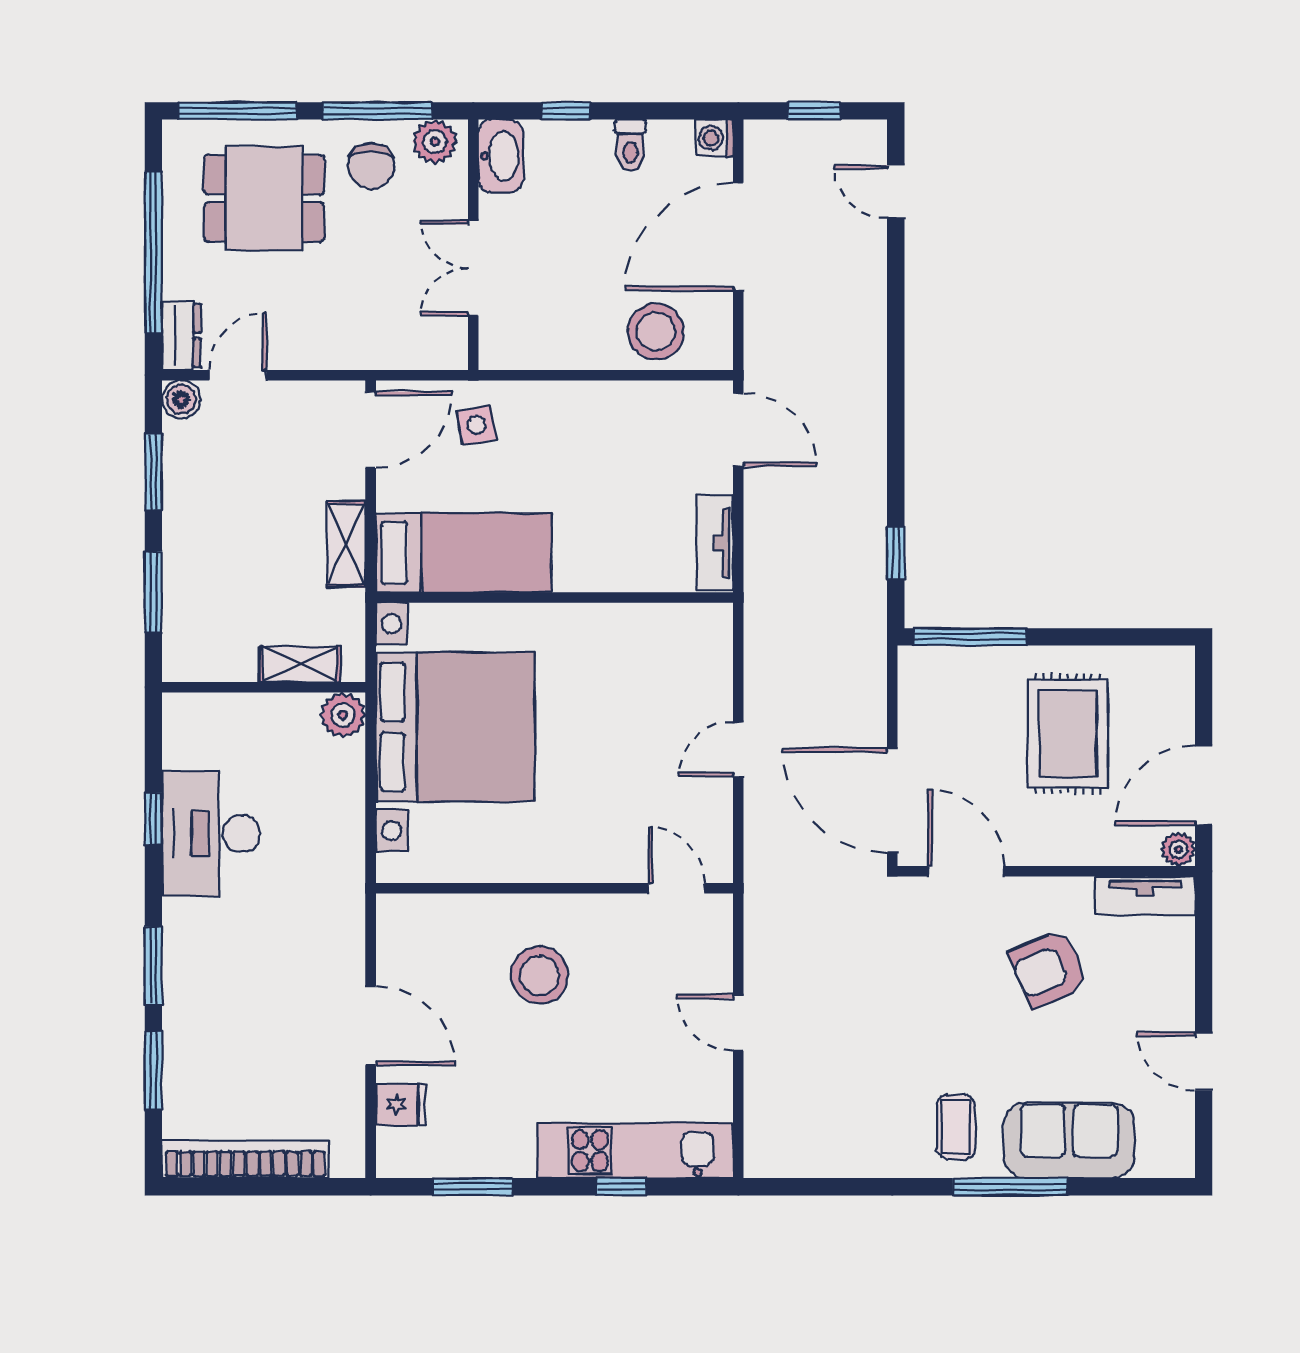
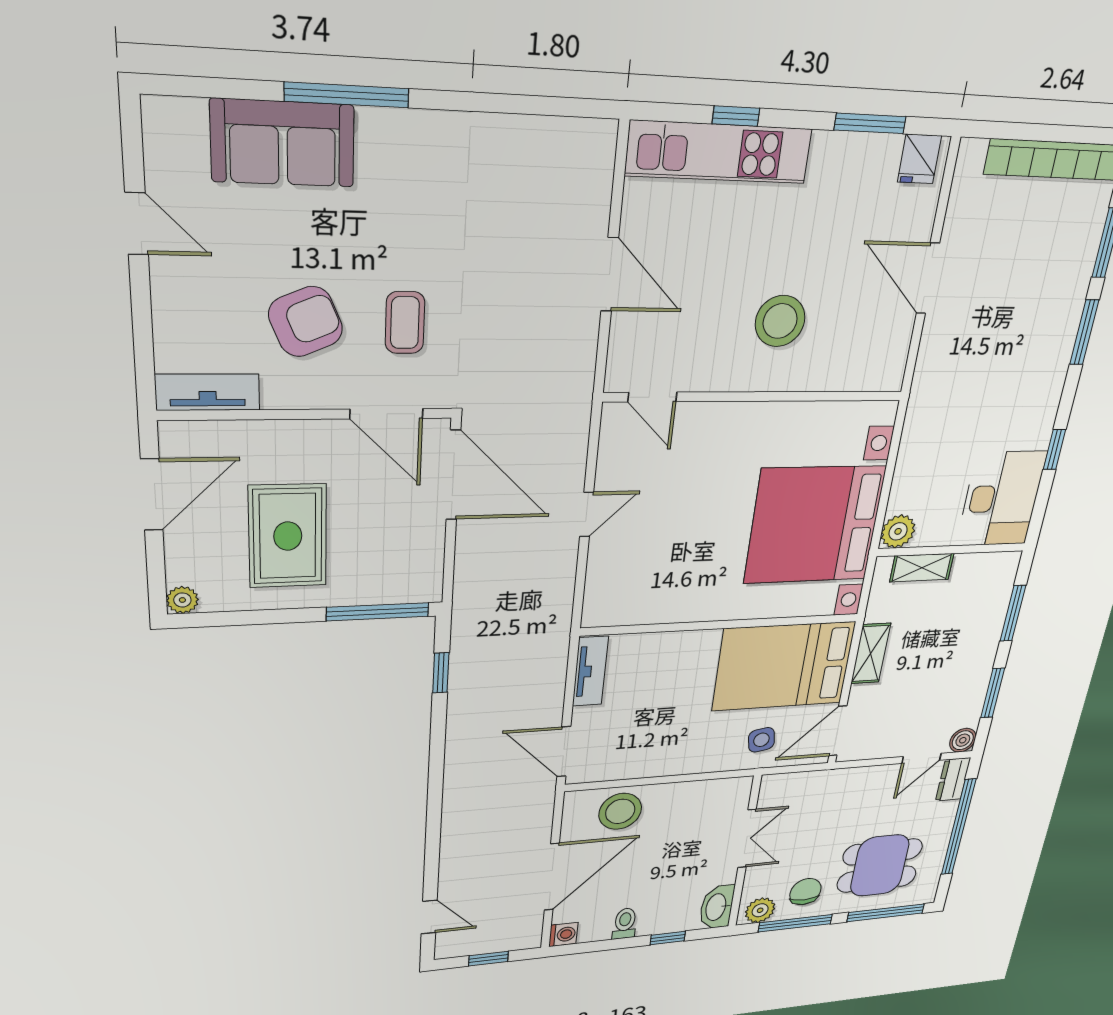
bed: (464, 553) -> (784, 666), width x1.50
desk: (211, 834) -> (1001, 499), moved
plant: (1178, 849) -> (182, 600), moved
door: (738, 1023) -> (610, 274), width x1.37
fridge: (401, 1104) -> (919, 159), moved, turned -90
coffee table: (956, 1127) -> (405, 323), moved

